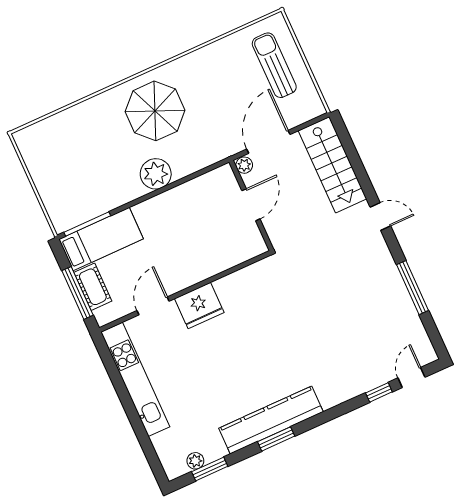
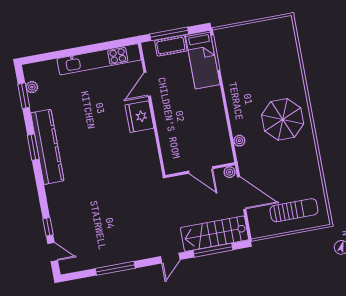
window: (355, 161) -> (213, 250), added
plant: (156, 174) -> (239, 141), moved, width x0.53, depth x0.53
door: (153, 306) -> (147, 84), swing flipped

